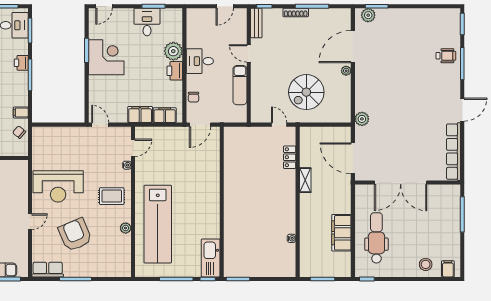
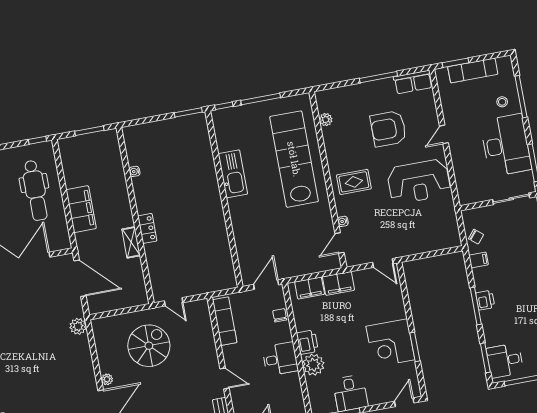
printer: (21, 63) -> (485, 300), moved
exam couch: (240, 85) -> (225, 321), moved
locker: (290, 157) -> (147, 228), moved
reception desk: (58, 186) -> (419, 182), turned 180
plant: (126, 228) -> (326, 120), moved
filing cabinet: (341, 233) -> (81, 209), moved
armchair: (75, 235) -> (388, 129), turned 113
kitchen sink: (211, 258) -> (233, 174), moved

